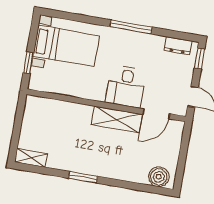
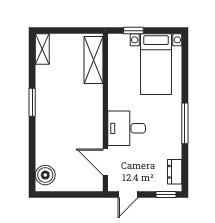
shelving: (117, 119) -> (94, 60), moved

